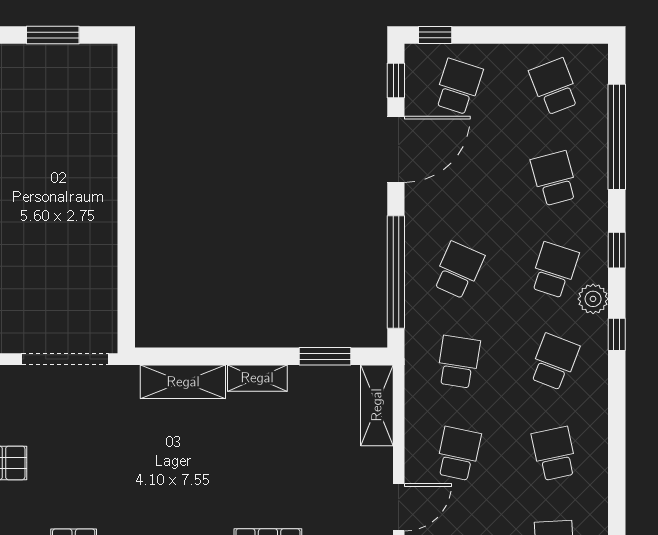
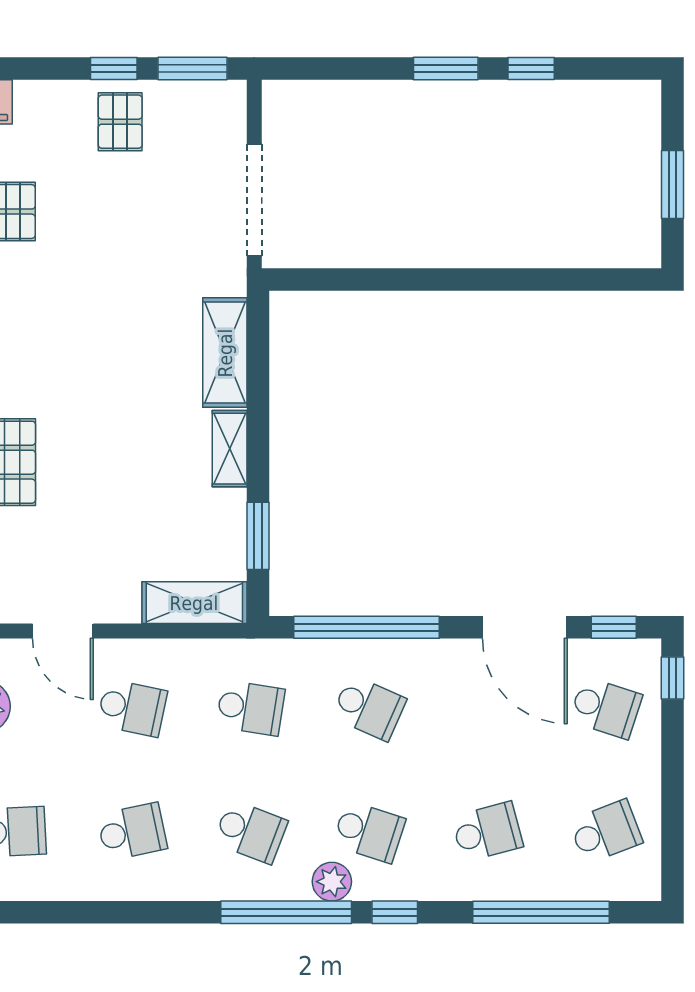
window: (617, 334) -> (286, 912), width x3.17

